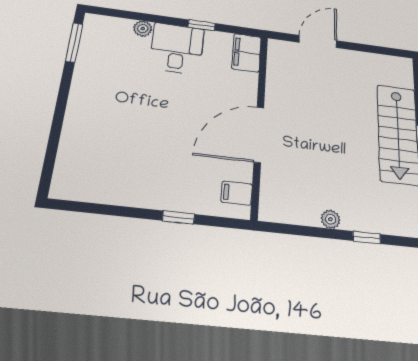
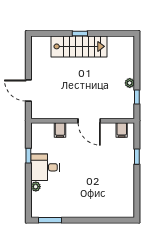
filing cabinet: (246, 53) -> (60, 130), moved, width x0.50
door: (259, 135) -> (89, 121), width x0.73
window: (367, 238) -> (137, 97), moved

